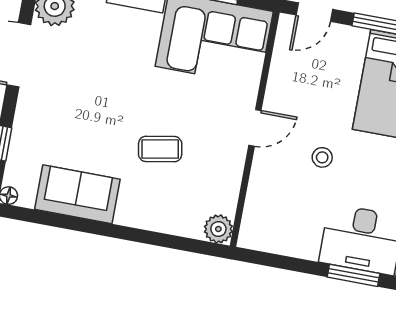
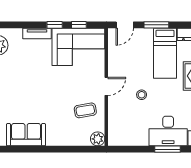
coffee table: (160, 149) -> (85, 110), moved

